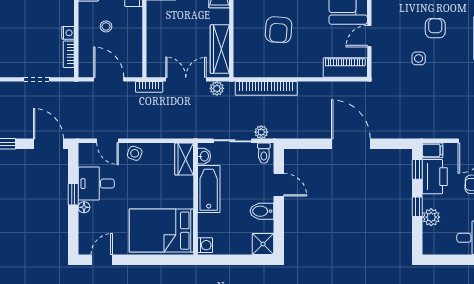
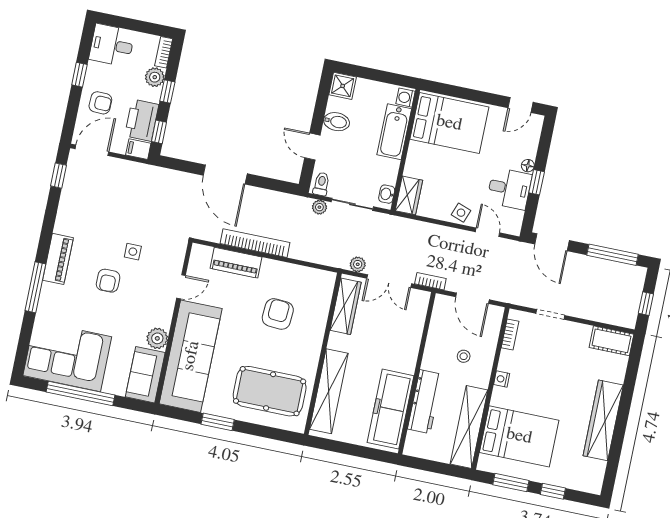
nightstand: (68, 33) -> (502, 379), moved
piano: (345, 68) -> (236, 263), moved
bookcase: (266, 88) -> (255, 243), moved
bathtub: (209, 189) -> (394, 132), moved
bookcase: (428, 241) -> (164, 52), added

